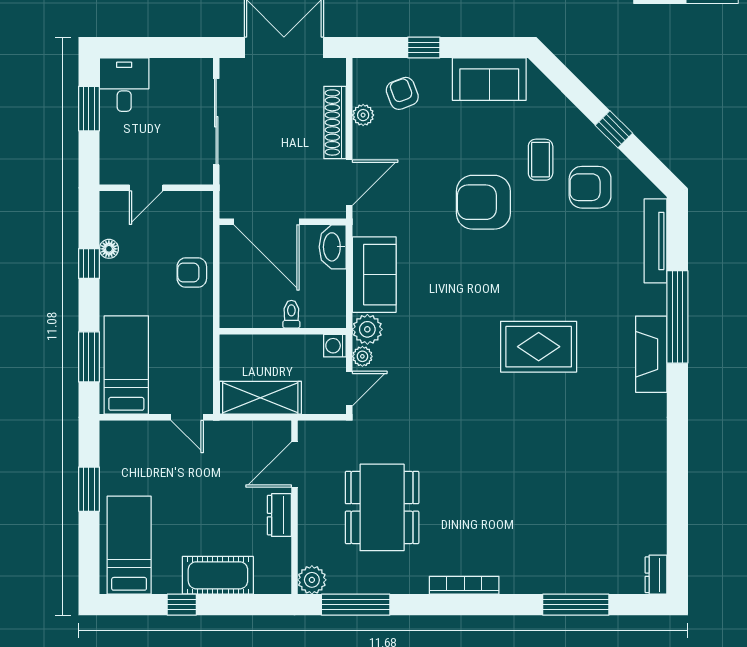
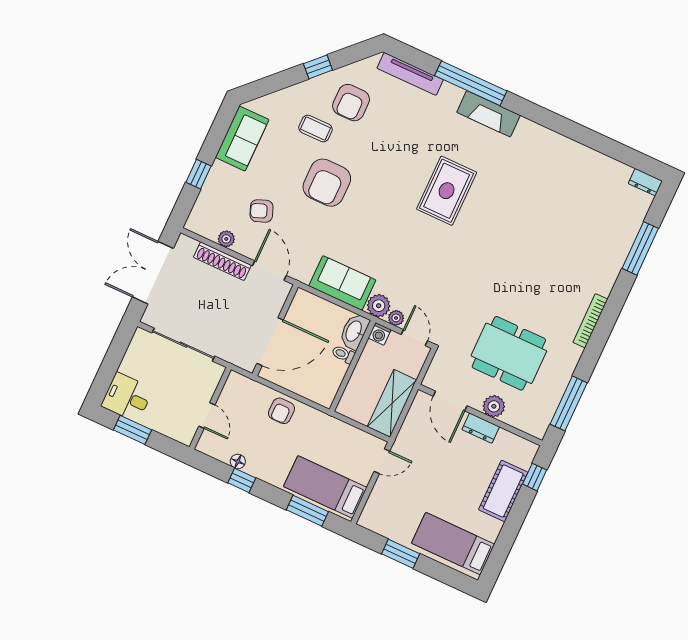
armchair: (402, 93) -> (261, 211), moved
washbasin: (333, 247) -> (354, 331), moved, turned 90
plant: (312, 580) -> (494, 406), moved
window: (182, 605) -> (535, 477), moved

